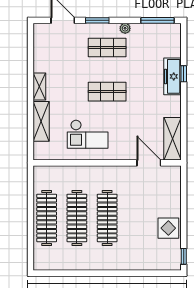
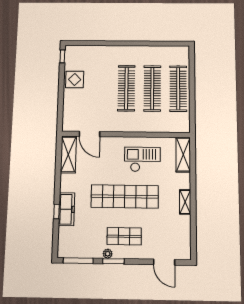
window: (97, 20) -> (113, 261), moved
shop shelf: (107, 92) -> (125, 197), width x2.00, depth x1.36
shelving: (41, 121) -> (183, 155), moved

